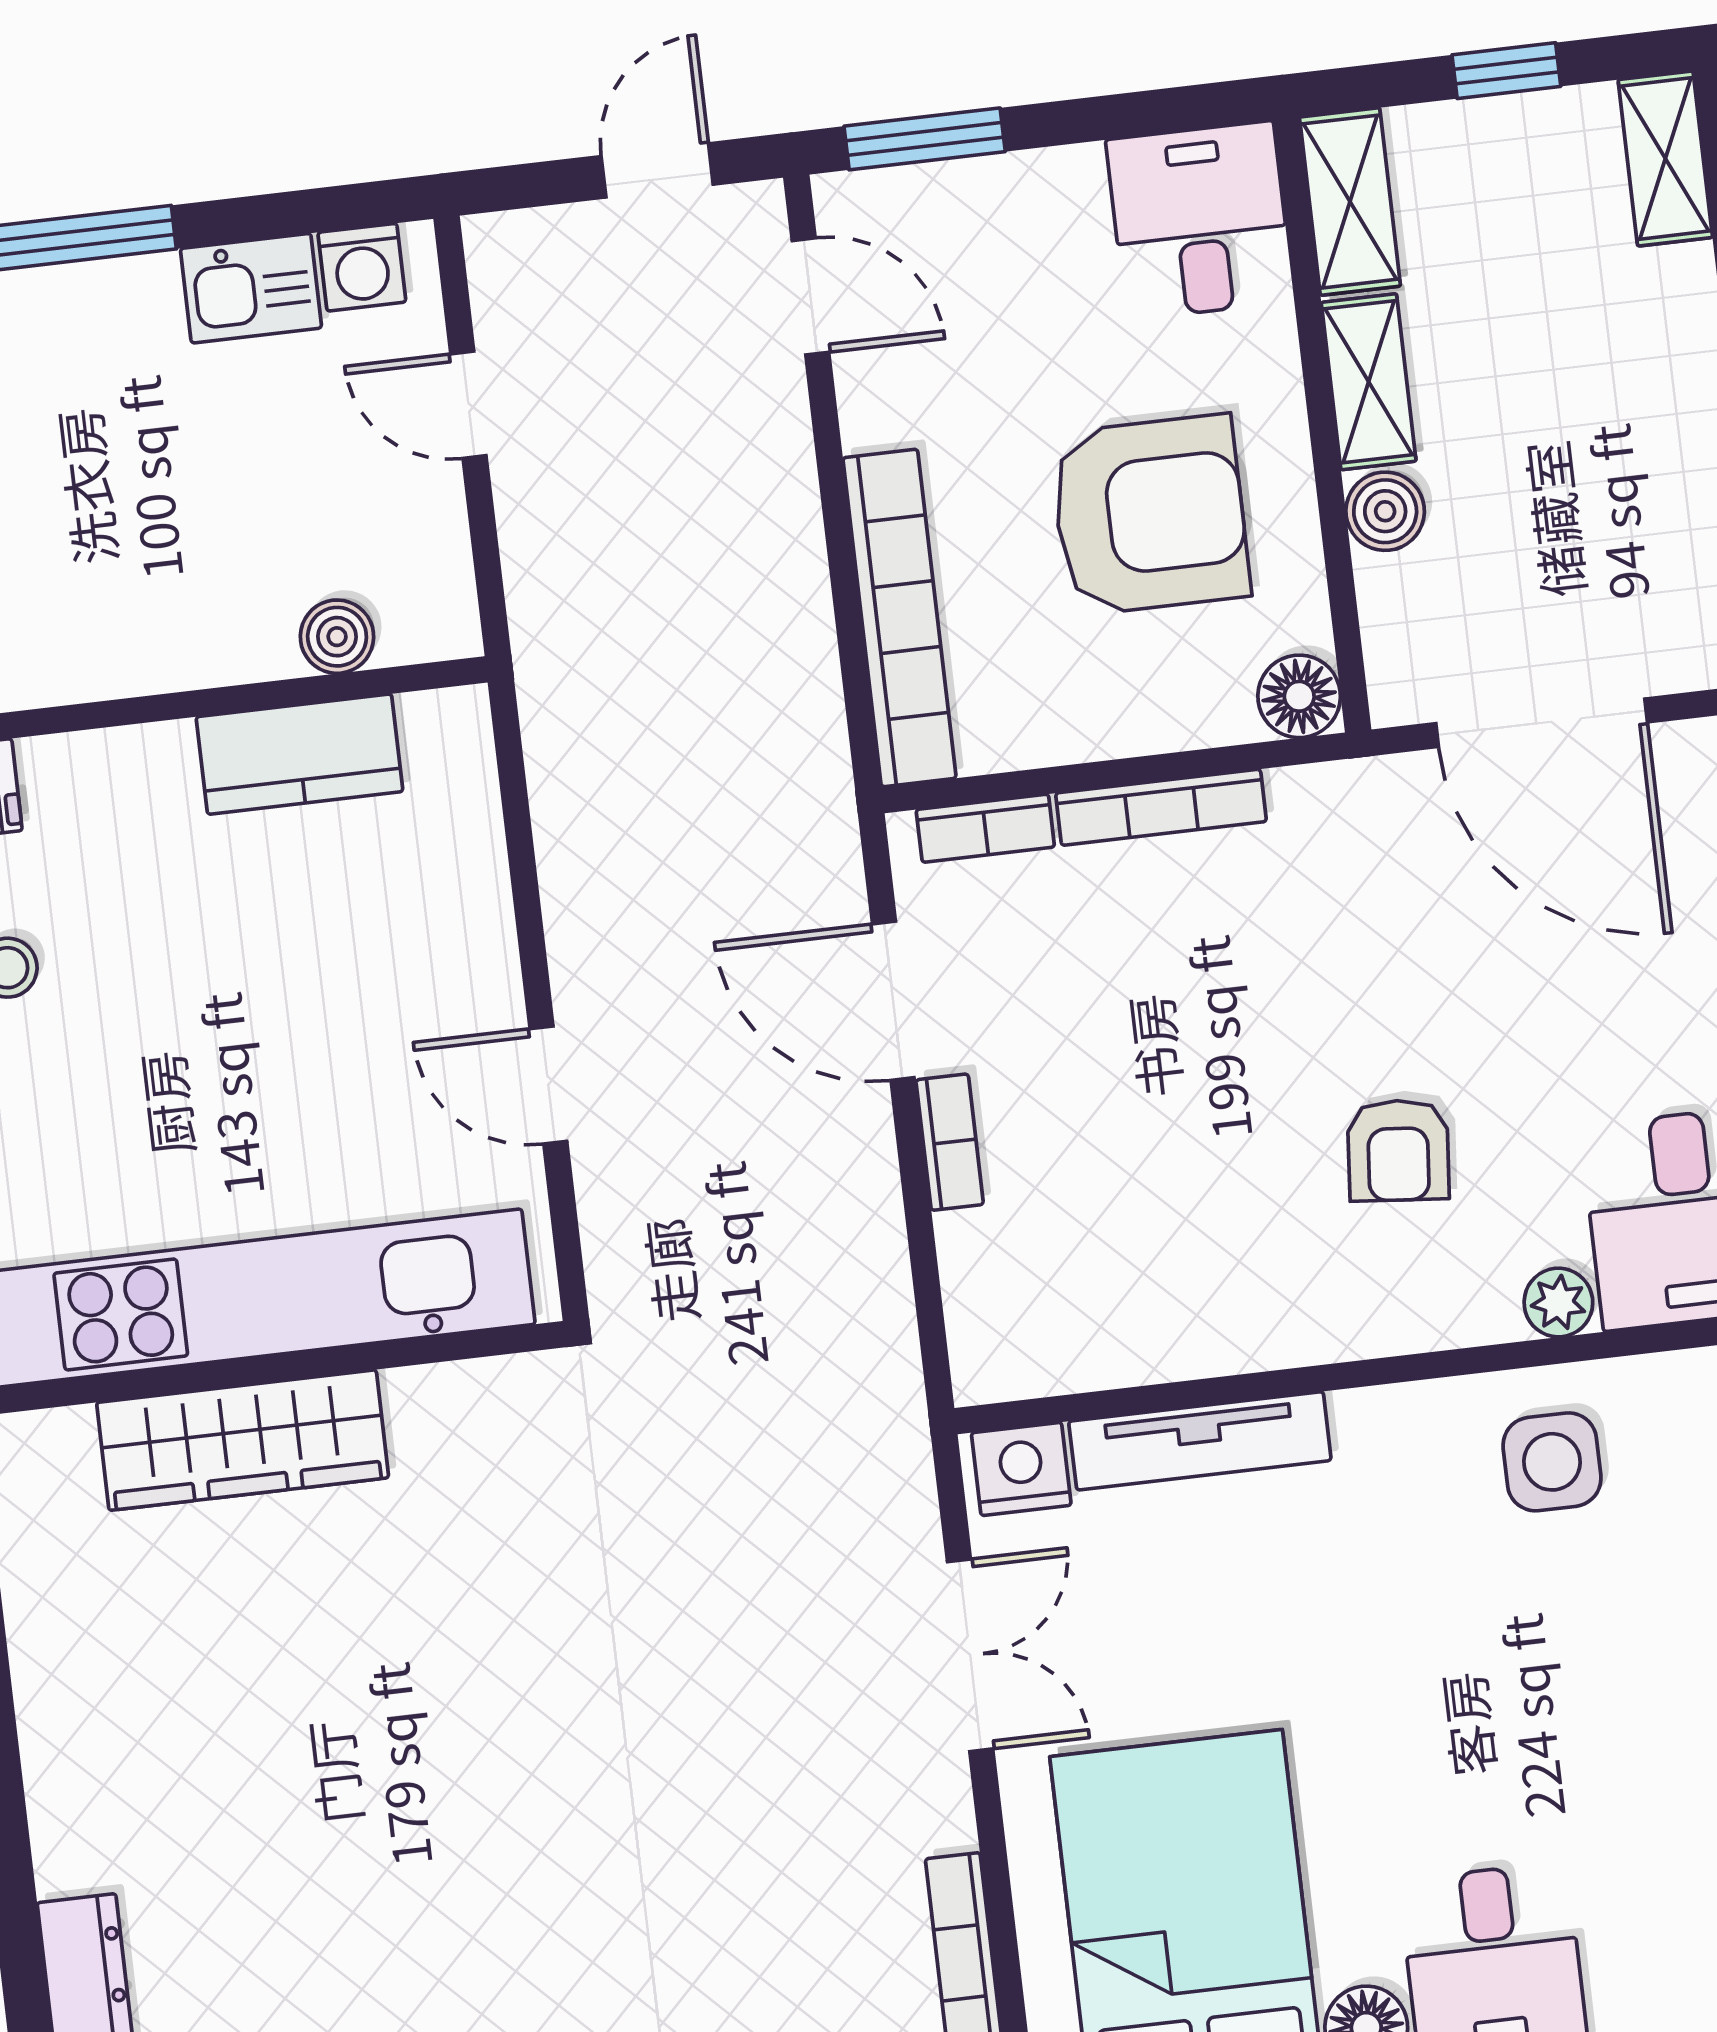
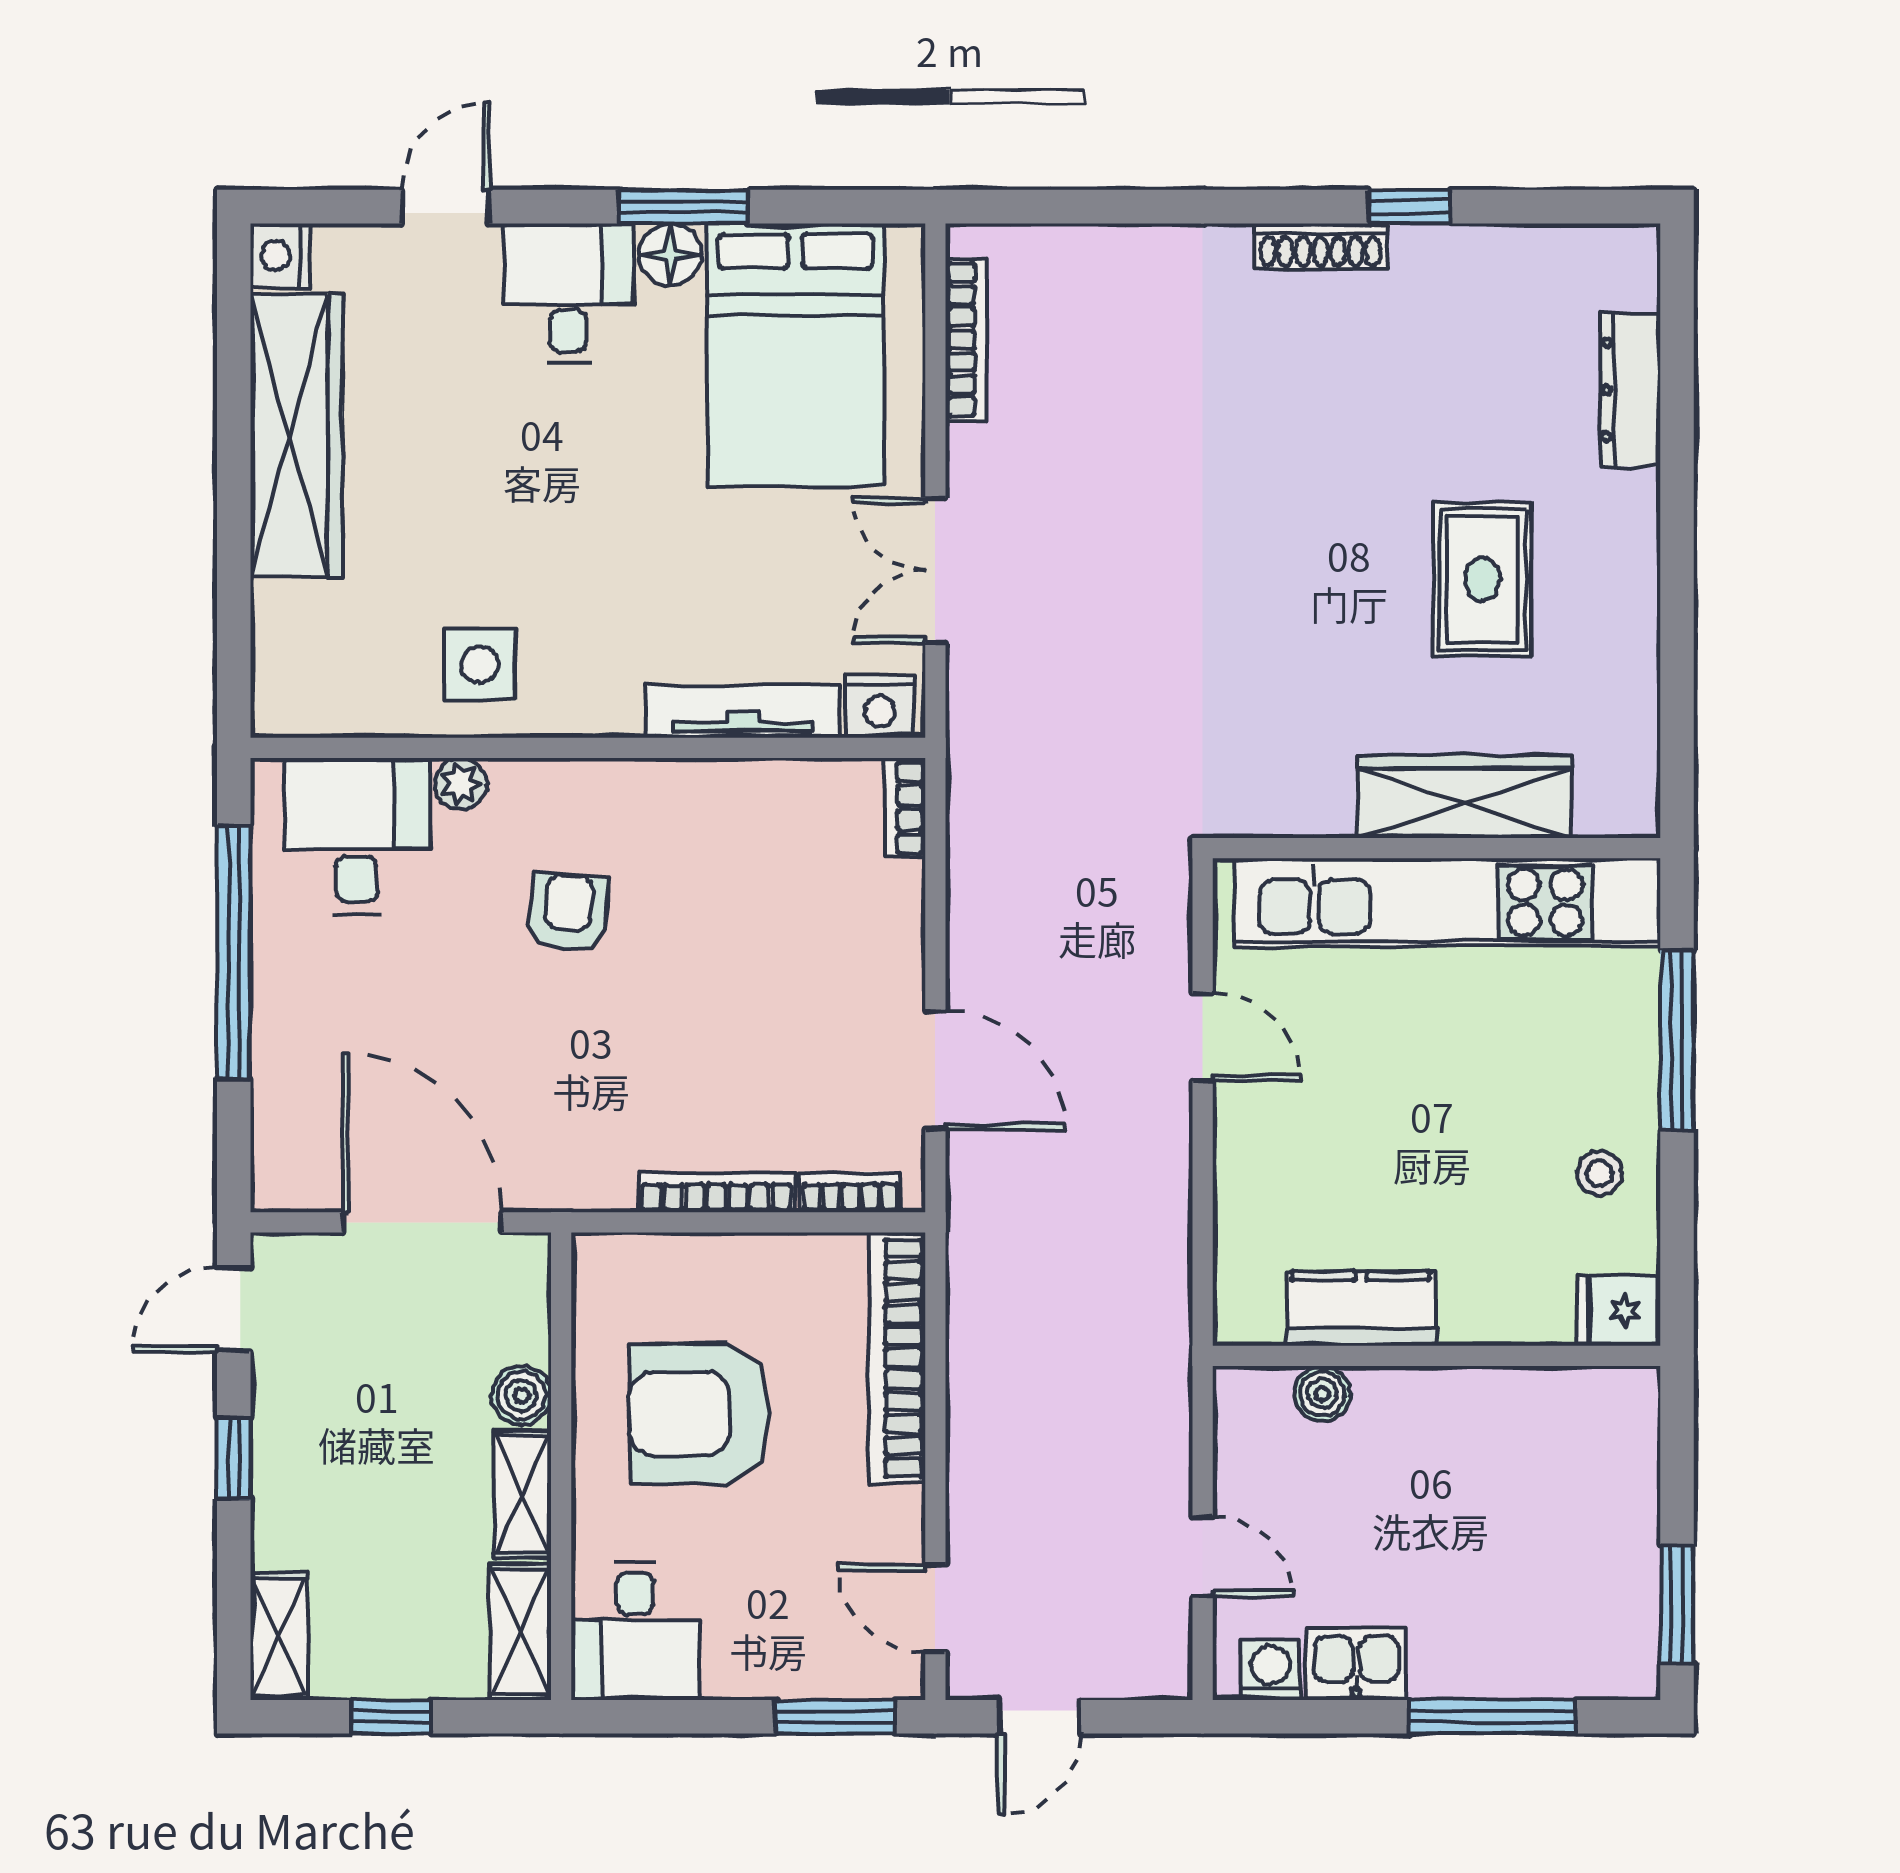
floor lamp: (1299, 696) -> (603, 1264), removed
bookcase: (950, 1142) -> (905, 808), moved
rug: (252, 1728) -> (1483, 579), added

